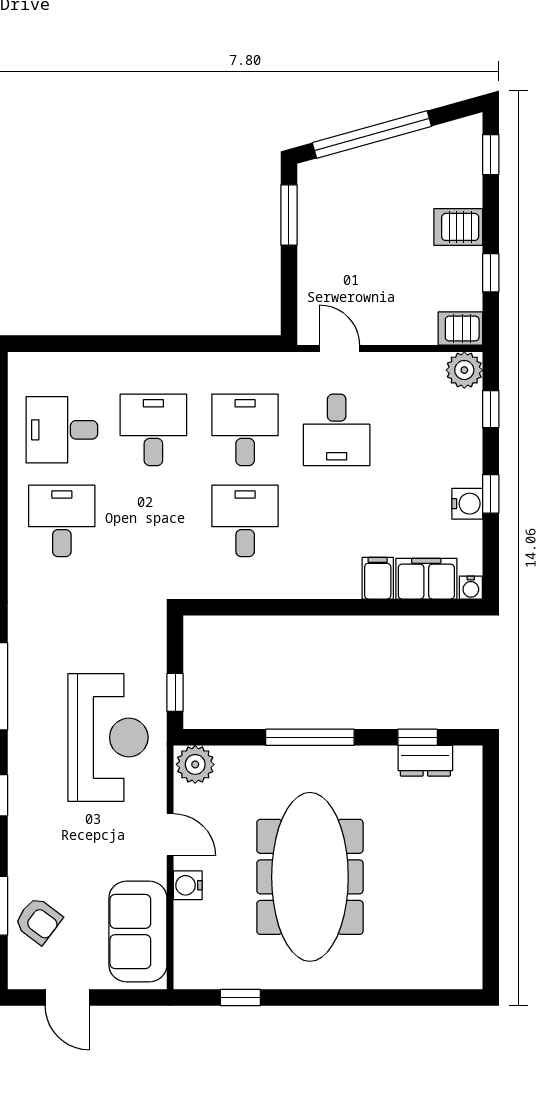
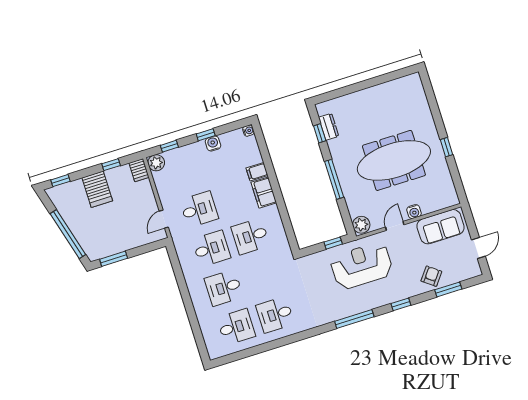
server rack: (458, 227) -> (97, 189), width x1.36, depth x1.44
desk: (62, 430) -> (236, 327), turned -90
desk: (245, 430) -> (211, 249), turned 180
filing cabinet: (426, 579) -> (264, 193), moved
armchair: (38, 921) -> (431, 276), moved
window: (240, 998) -> (446, 147), moved

